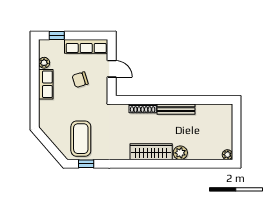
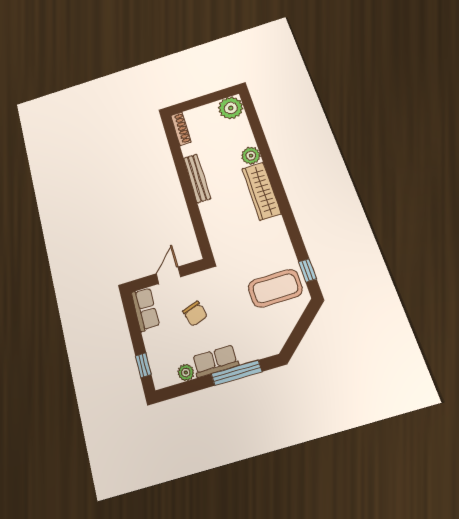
row of seats: (86, 46) -> (145, 309), width x0.68
window: (35, 96) -> (236, 373), added
shoe rack: (143, 108) -> (181, 129), moved
plant: (227, 155) -> (231, 108), width x1.87, depth x1.87

